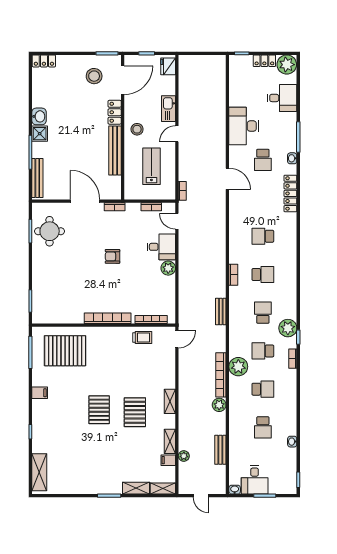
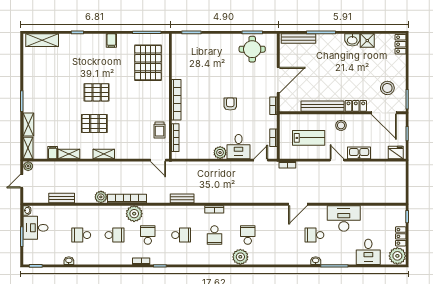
shower: (40, 134) -> (367, 41), moved
locker: (290, 193) -> (285, 259), removed
plant: (288, 328) -> (240, 257), moved
school desk: (263, 389) -> (114, 235), turned -90
plant: (184, 456) -> (28, 166), moved

